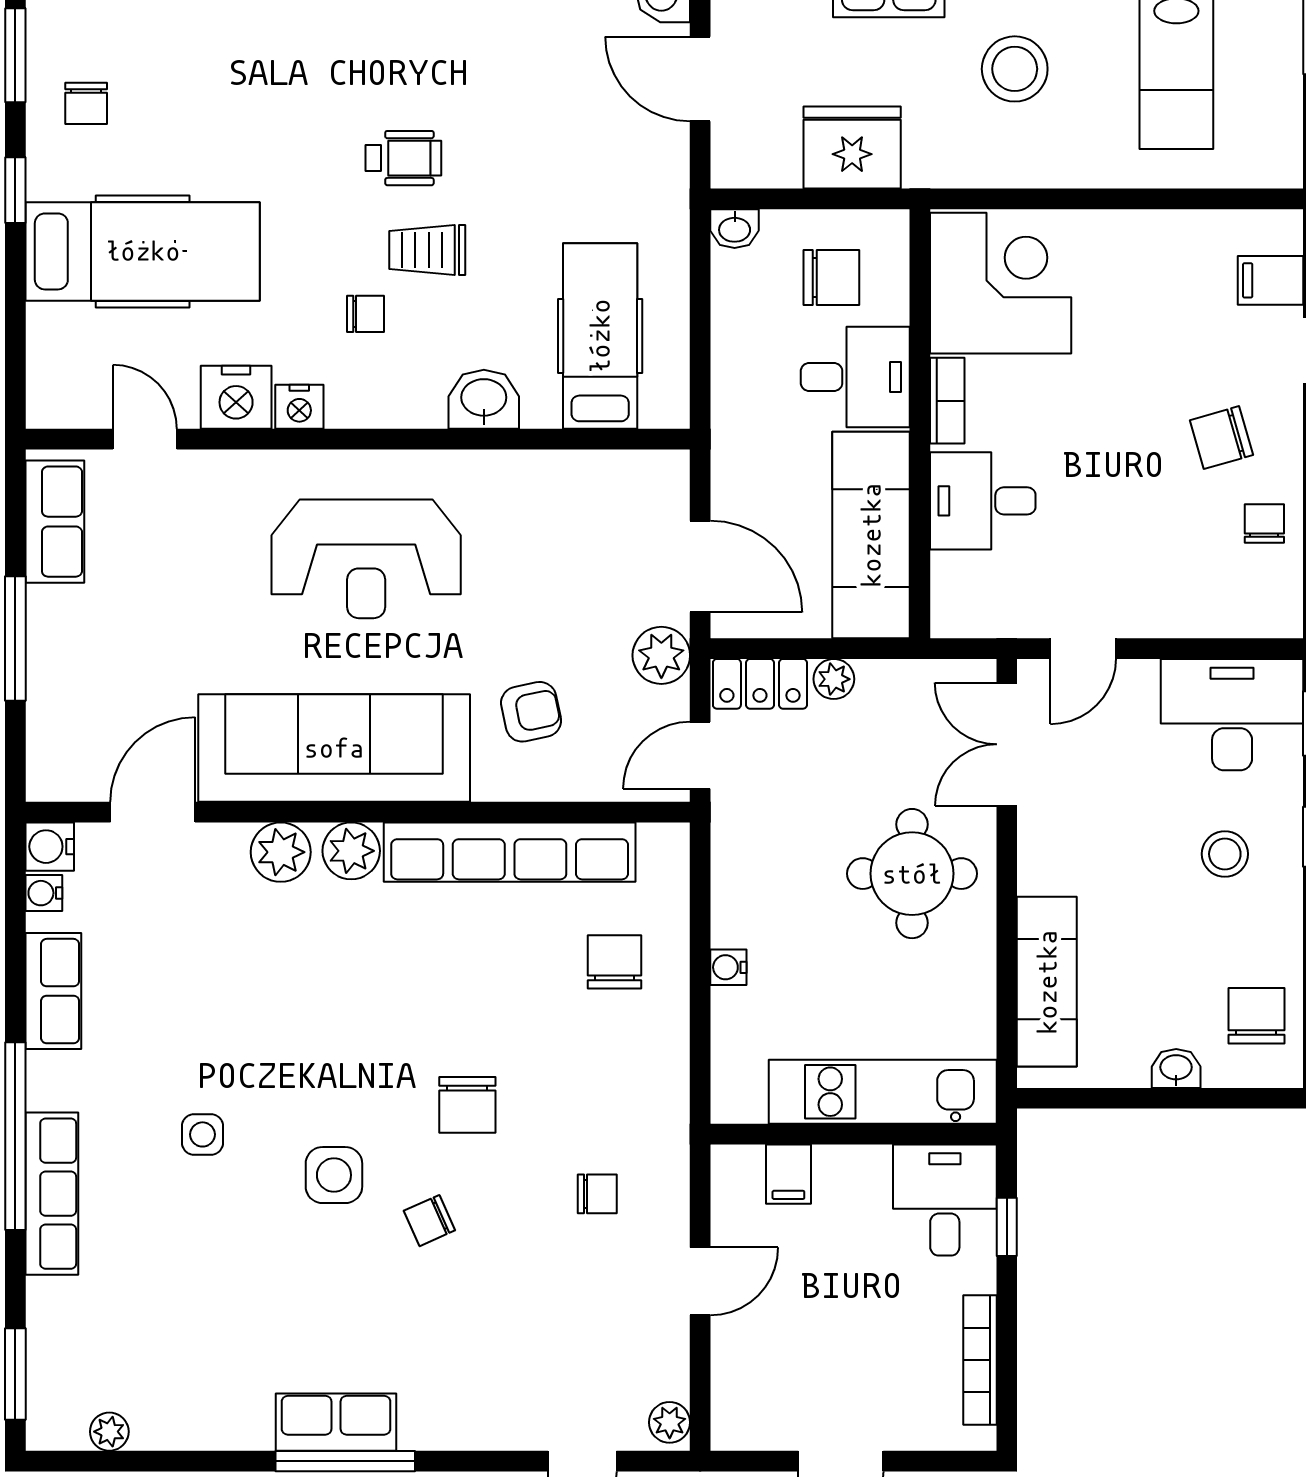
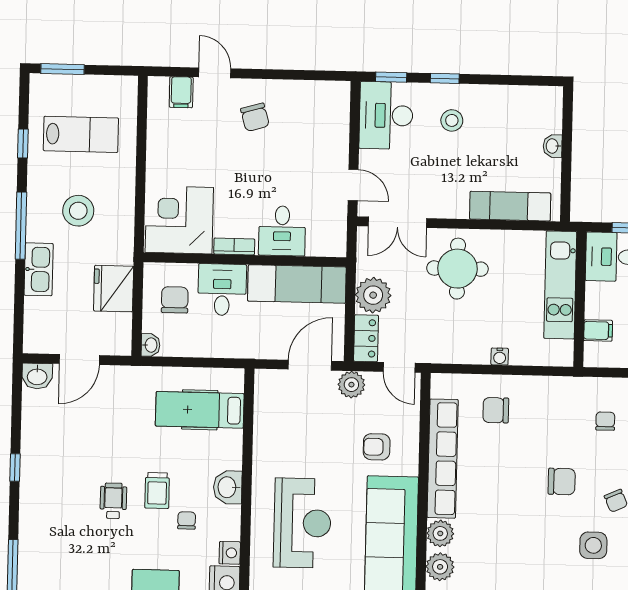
washbasin: (484, 399) -> (228, 487), moved
chair: (1264, 523) -> (296, 98), removed
plant: (834, 679) -> (373, 295), width x1.87, depth x1.87
armchair: (531, 712) -> (377, 447), turned -78
chair: (1256, 1016) -> (529, 107), removed

